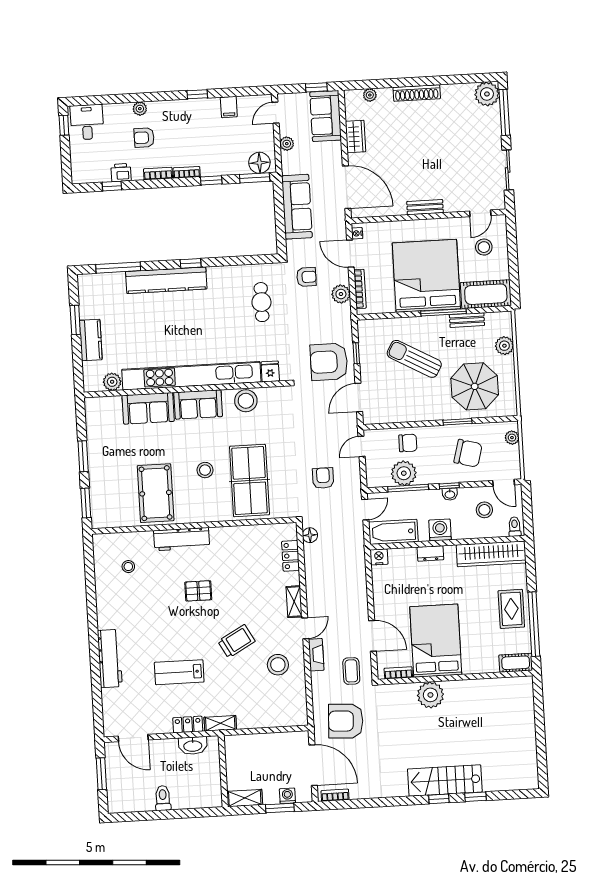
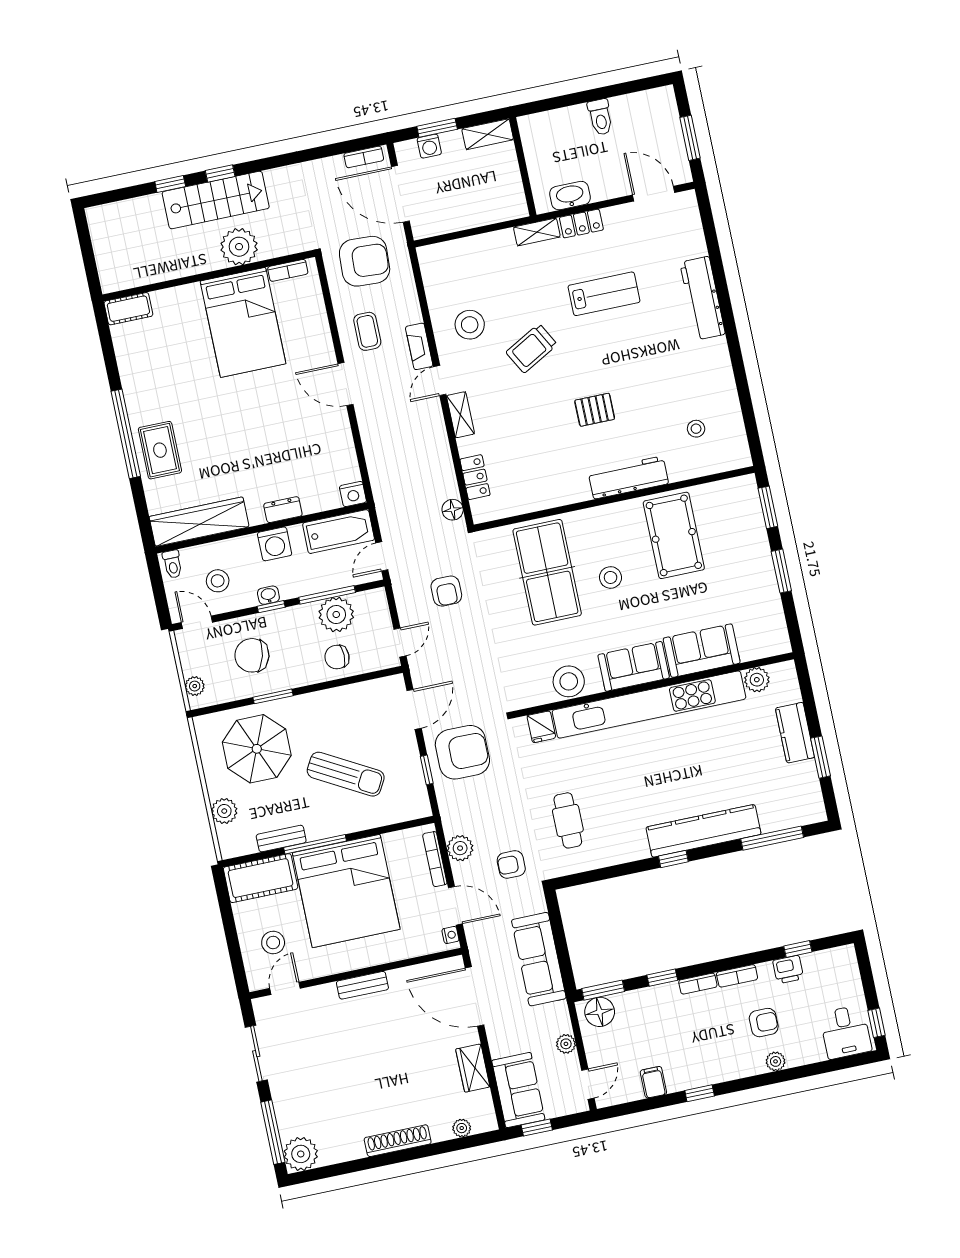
bed: (436, 641) -> (243, 322), moved
cot: (516, 663) -> (128, 309), moved
bookcase: (398, 673) -> (288, 270), moved
wall: (455, 678) -> (209, 276), moved
plant: (430, 695) -> (239, 247), moved

